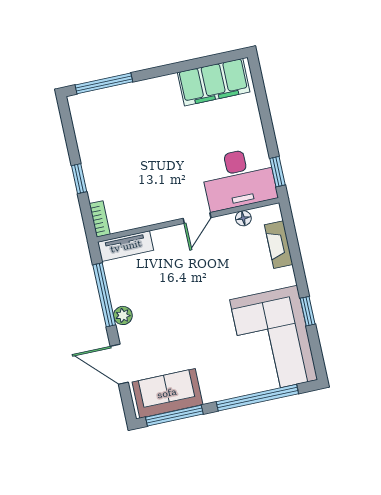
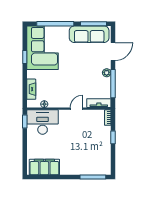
door: (197, 218) -> (77, 109), moved
door: (119, 364) -> (113, 52), hinge flipped
sofa: (167, 393) -> (89, 34), width x1.36

